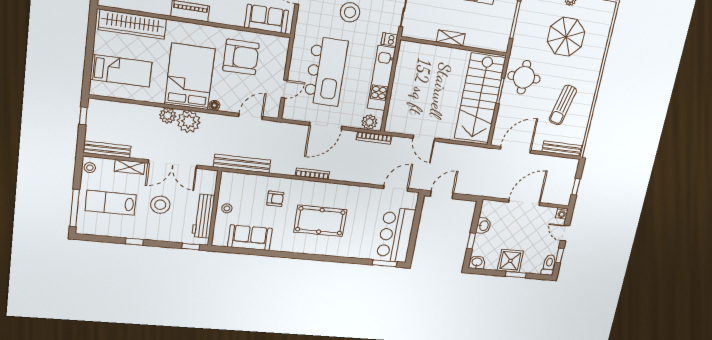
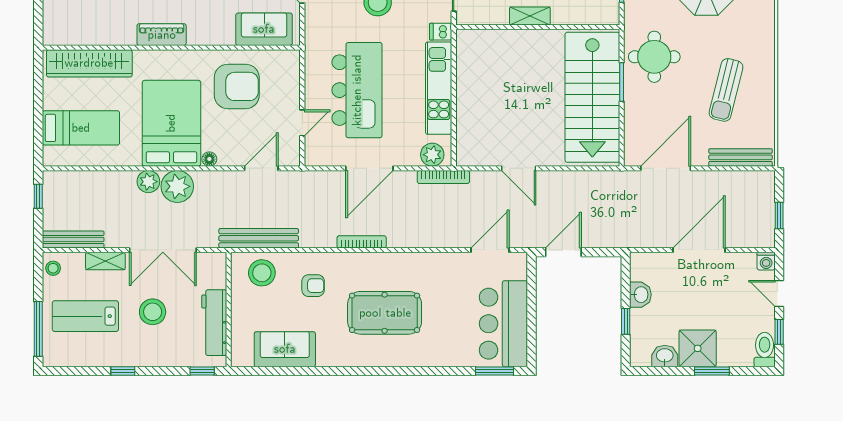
stool: (227, 208) -> (262, 273), moved, width x1.89, depth x1.89
washbasin: (477, 262) -> (665, 356), moved

